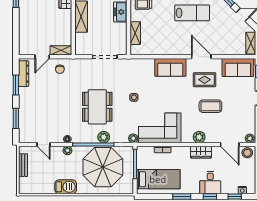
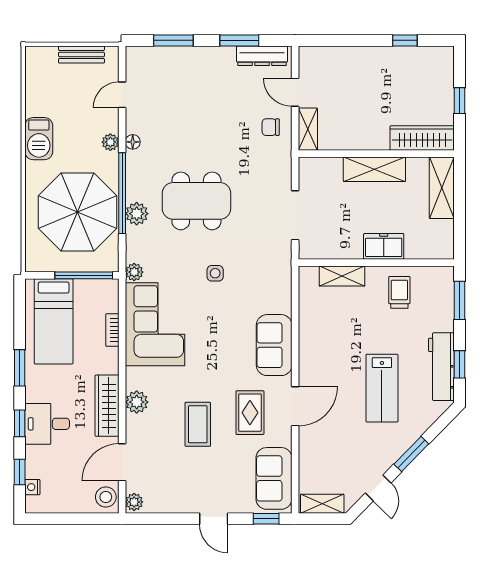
wardrobe: (201, 152) -> (107, 406), width x1.50

